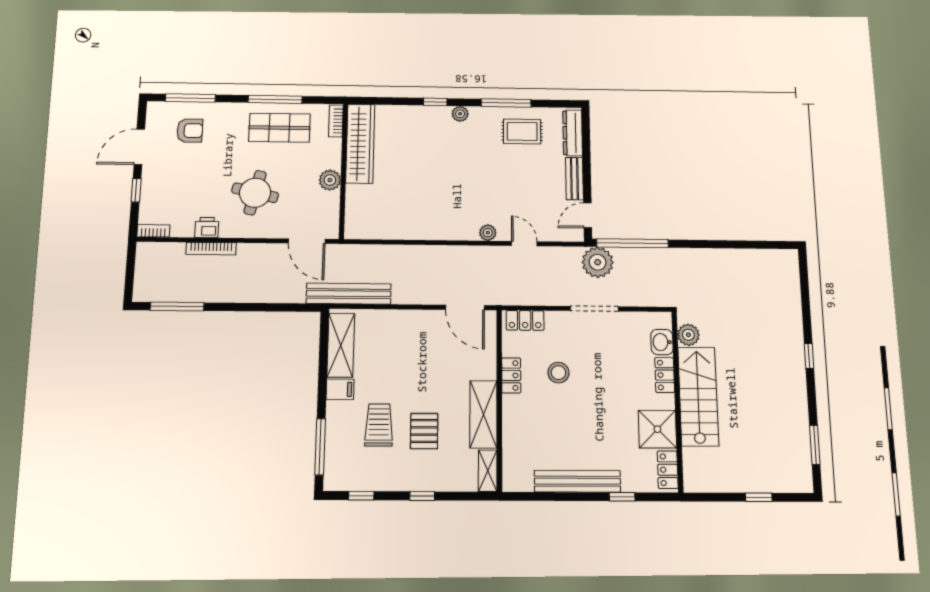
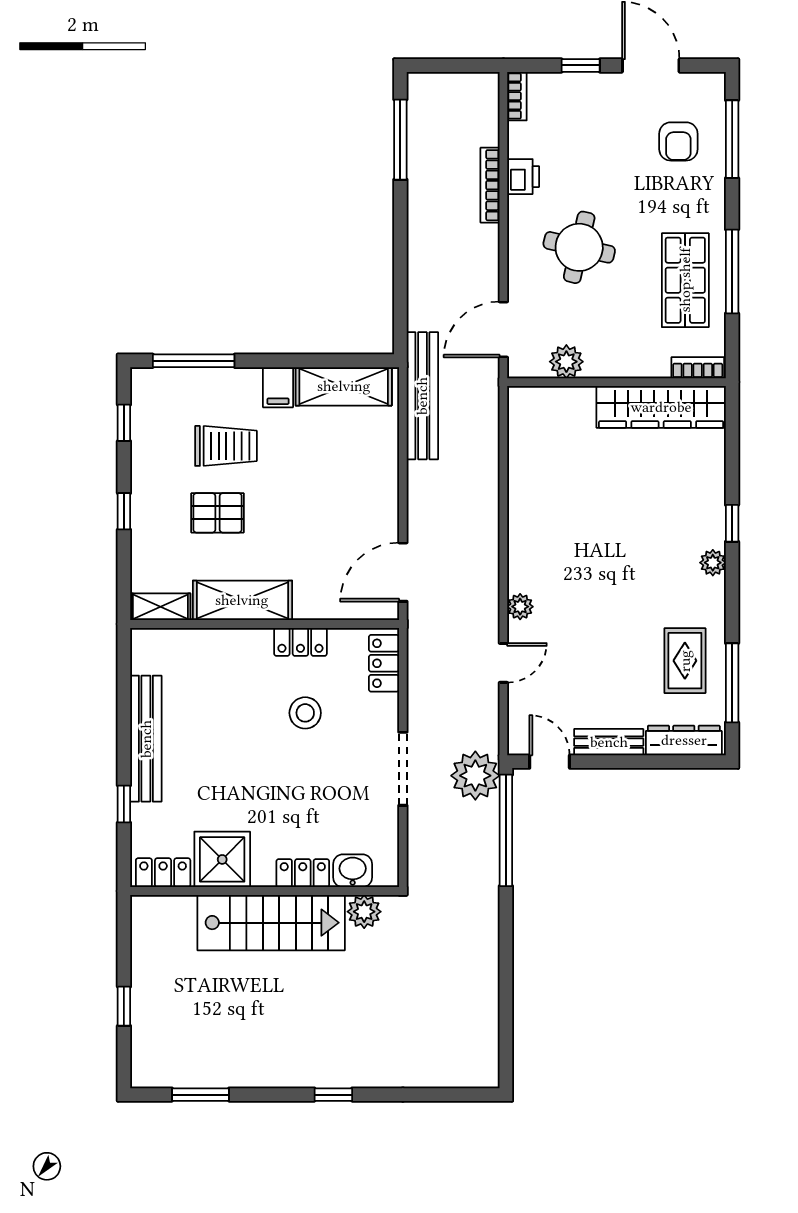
window: (506, 103) -> (732, 683), moved
plant: (330, 180) -> (566, 362), moved

